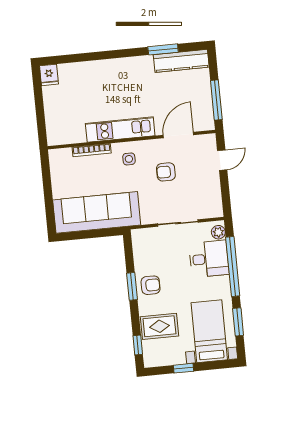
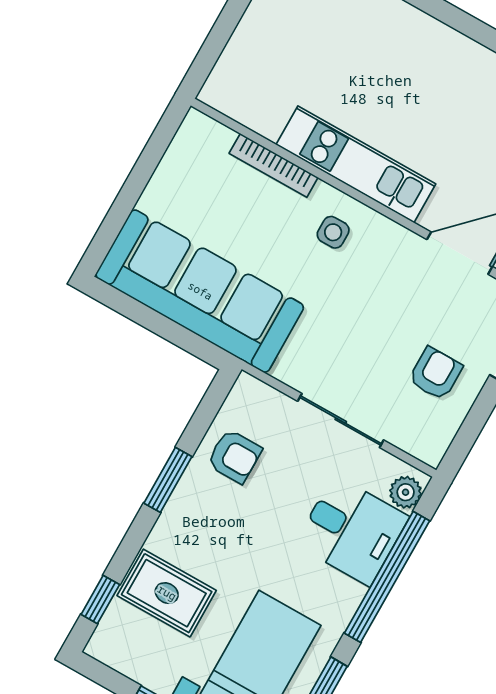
armchair: (166, 172) -> (436, 374), moved, turned 90
armchair: (151, 285) -> (234, 456), moved

